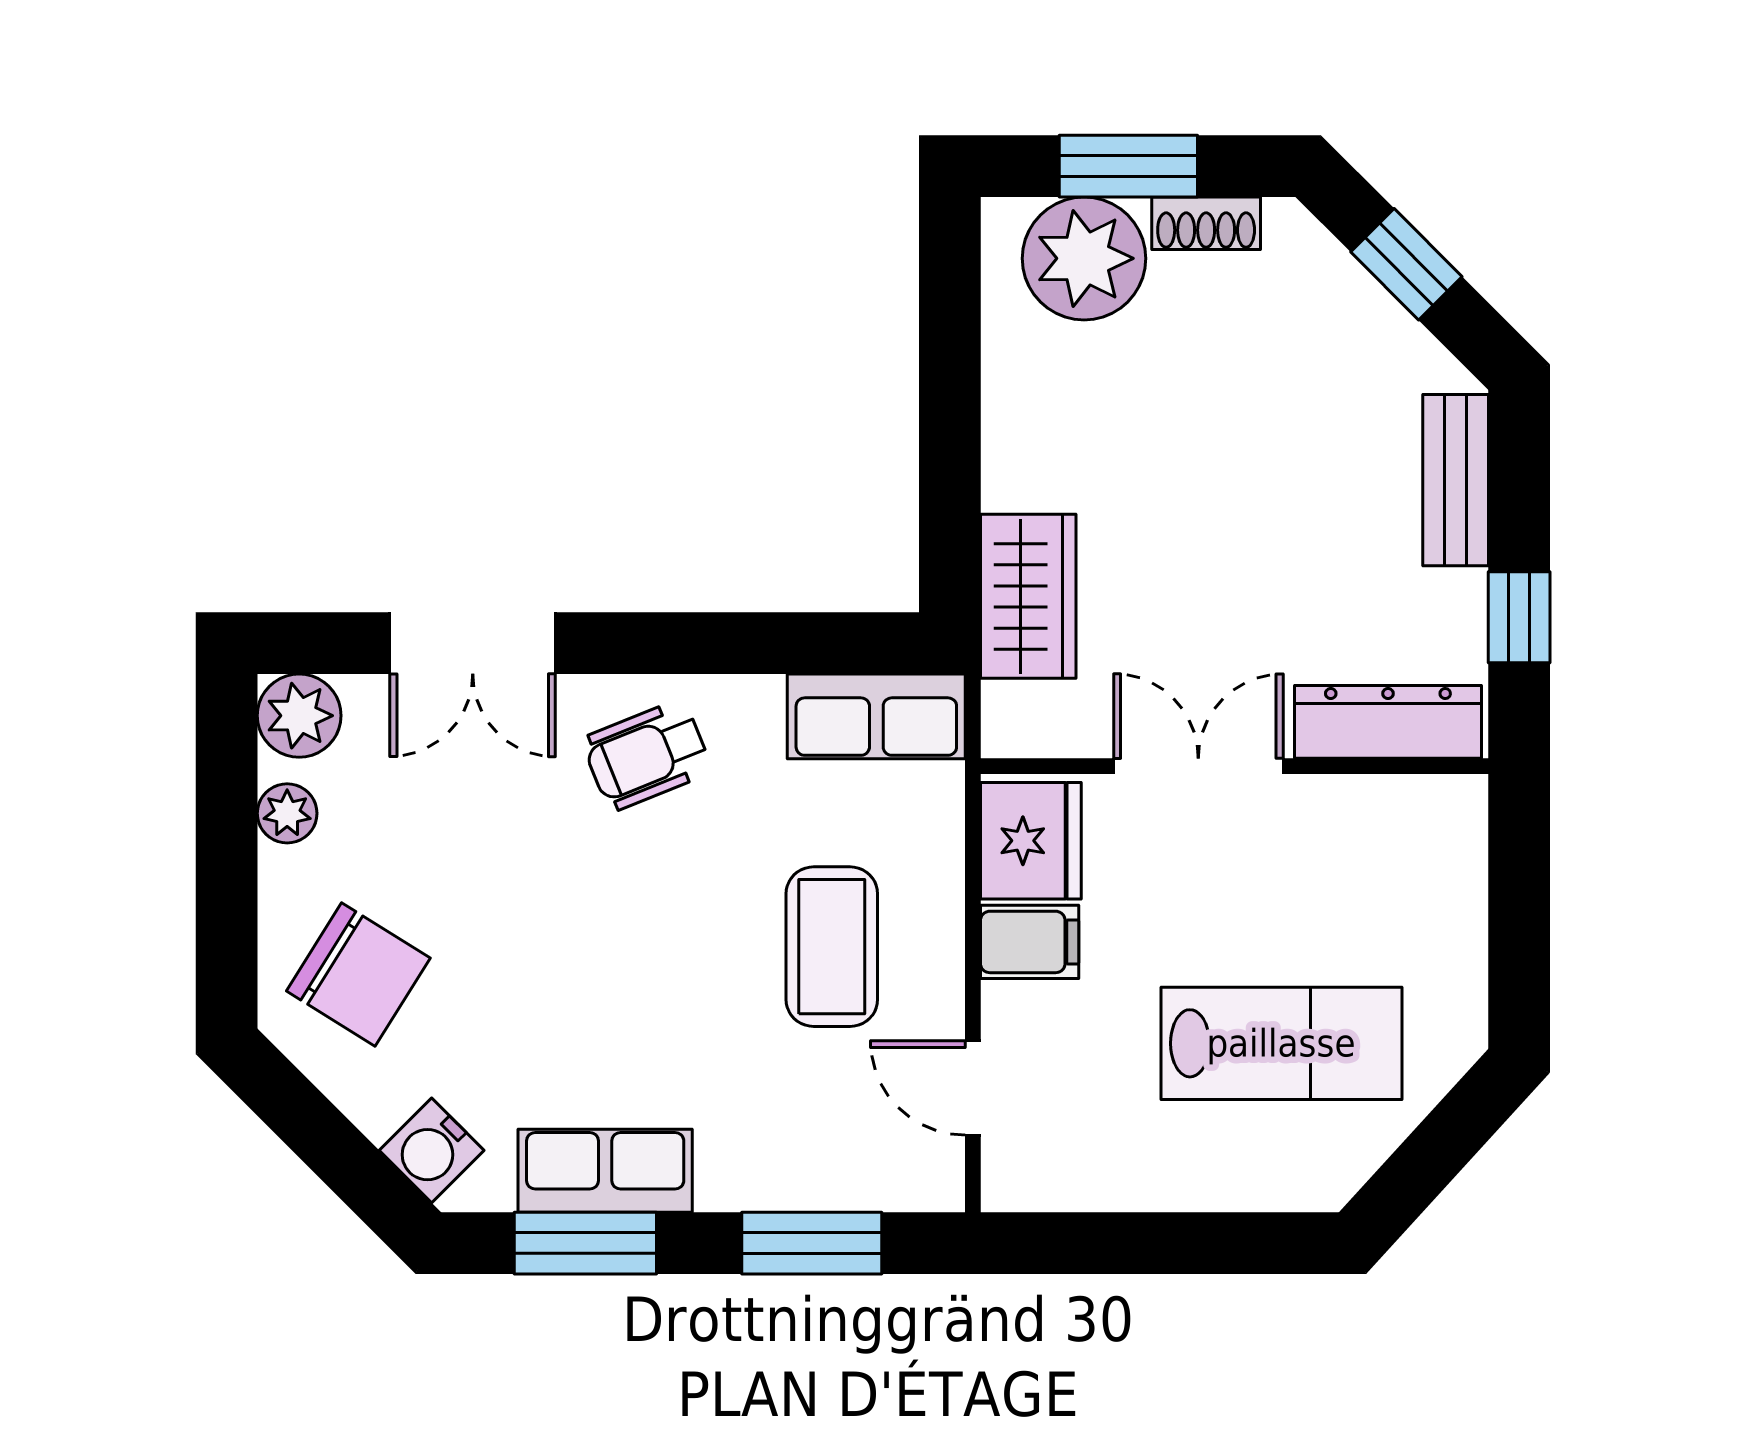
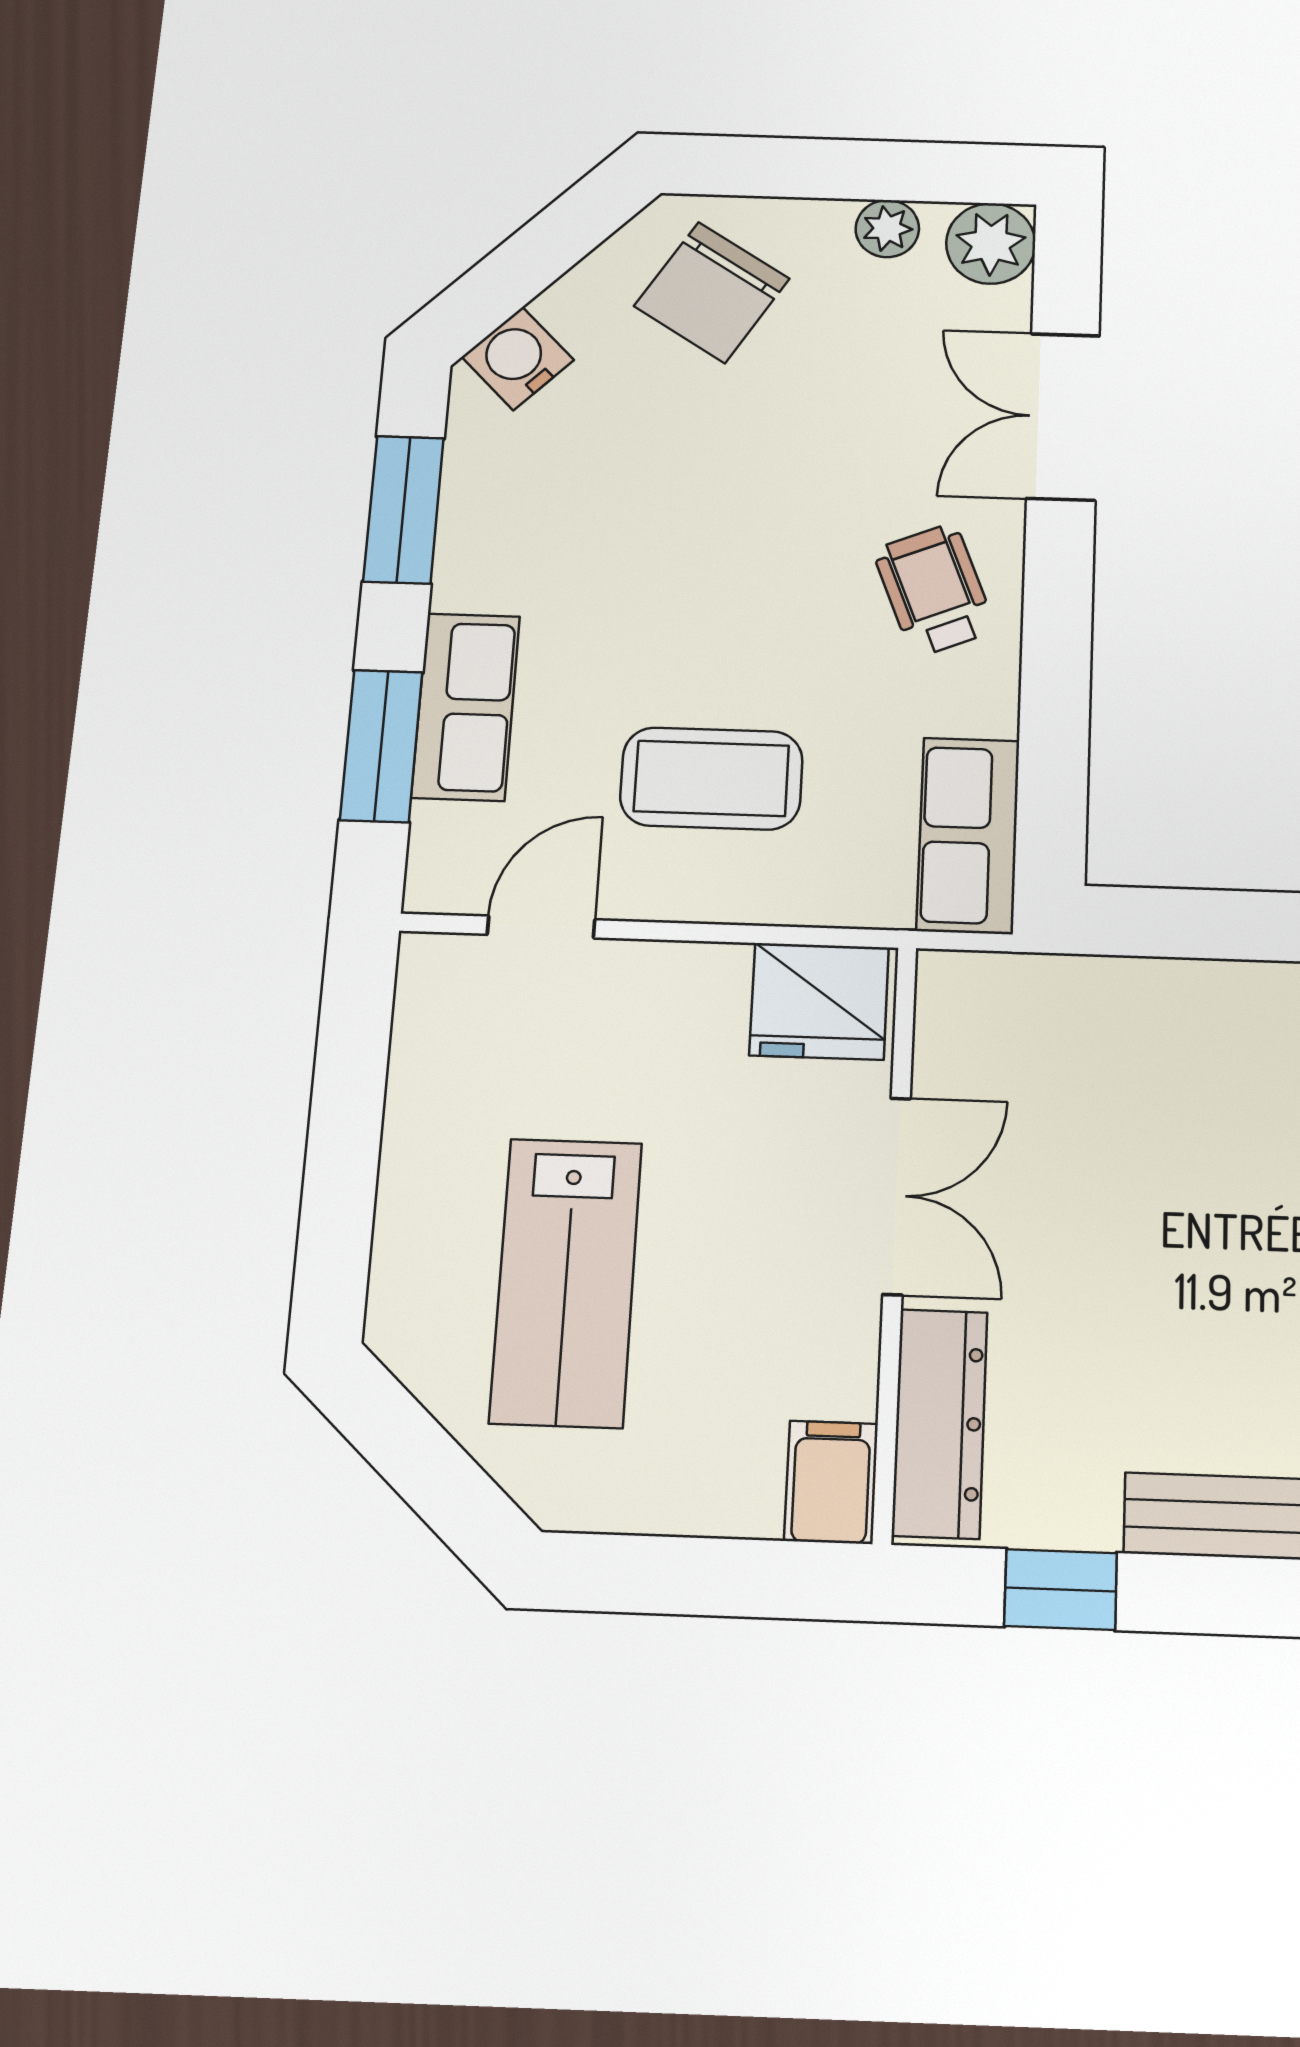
wardrobe: (1028, 596) -> (1100, 1008), removed
filing cabinet: (1030, 942) -> (831, 1482), moved, turned 180
row of seats: (605, 1171) -> (466, 707), moved

